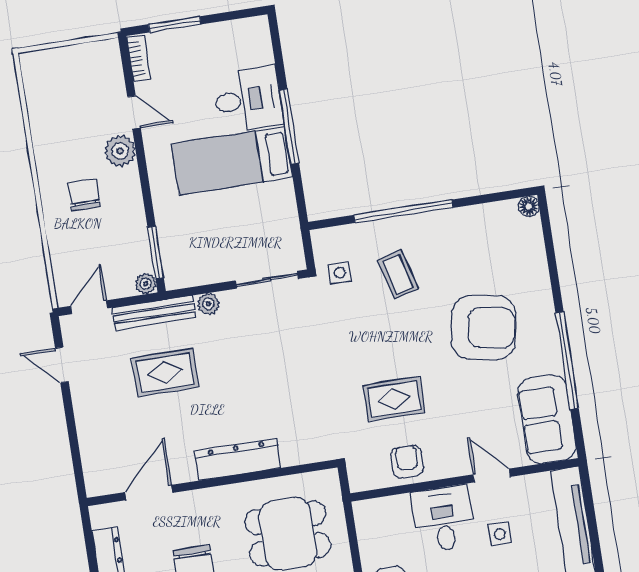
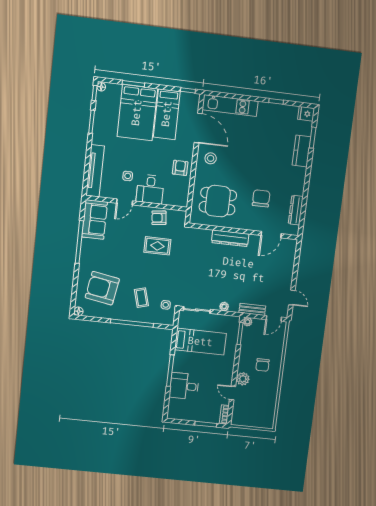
bed: (232, 161) -> (200, 342), moved
bench: (154, 313) -> (252, 309), width x0.73
armchair: (484, 328) -> (102, 288), moved
rug: (165, 373) -> (250, 283), removed
armchair: (407, 462) -> (159, 218), turned 84
door: (492, 476) -> (125, 202), hinge flipped

